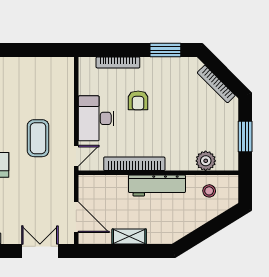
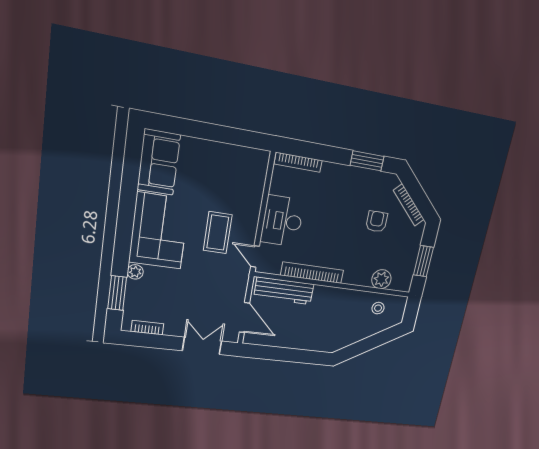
bookcase: (118, 62) -> (298, 162), moved
armchair: (138, 100) -> (377, 221), moved, turned 180
door: (76, 156) -> (255, 256), swing flipped
workbench: (157, 185) -> (284, 291), moved
shelving: (129, 237) -> (293, 342), removed

